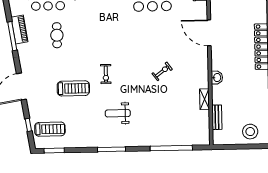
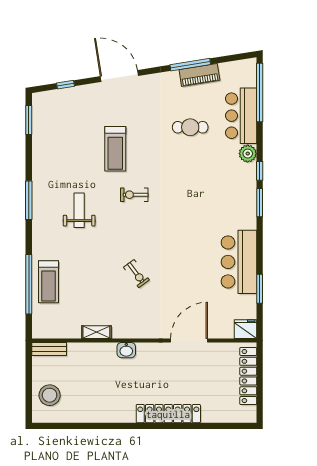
bench: (217, 117) -> (49, 349), moved
treadmill: (50, 129) -> (48, 282), moved

